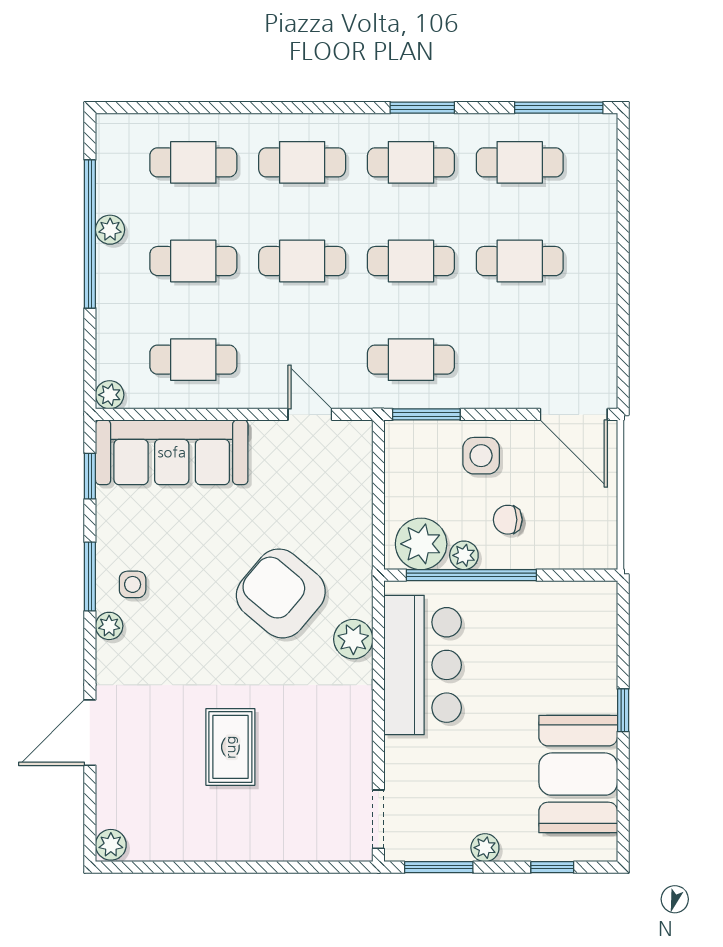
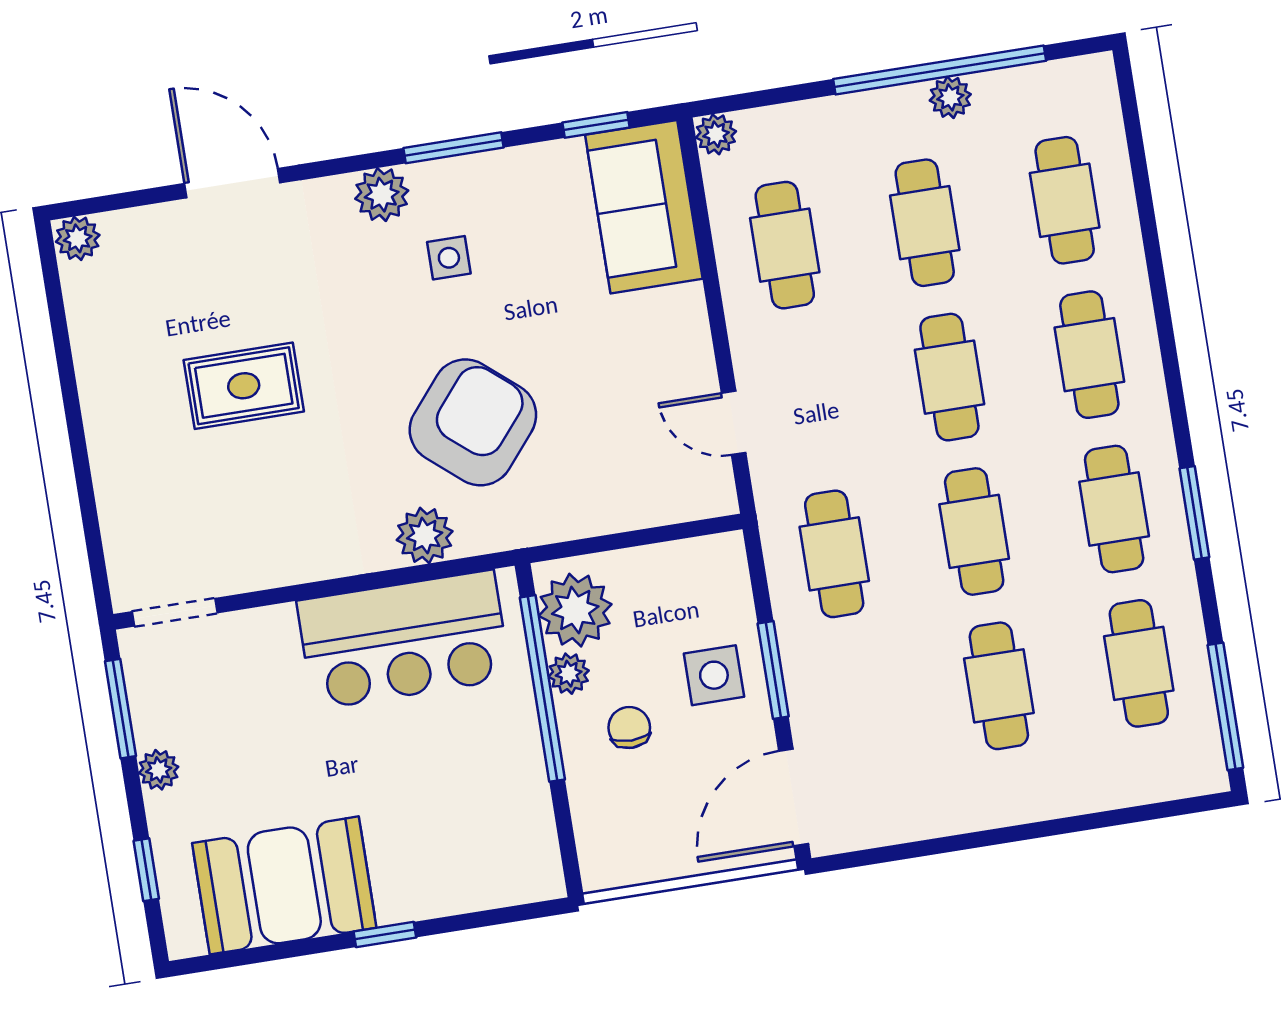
door: (310, 414) -> (734, 423), swing flipped
window: (426, 414) -> (773, 670), moved
sofa: (172, 452) -> (644, 207), width x0.73
side table: (133, 584) -> (449, 258), moved
plant: (109, 626) -> (382, 195), width x1.38, depth x1.38

